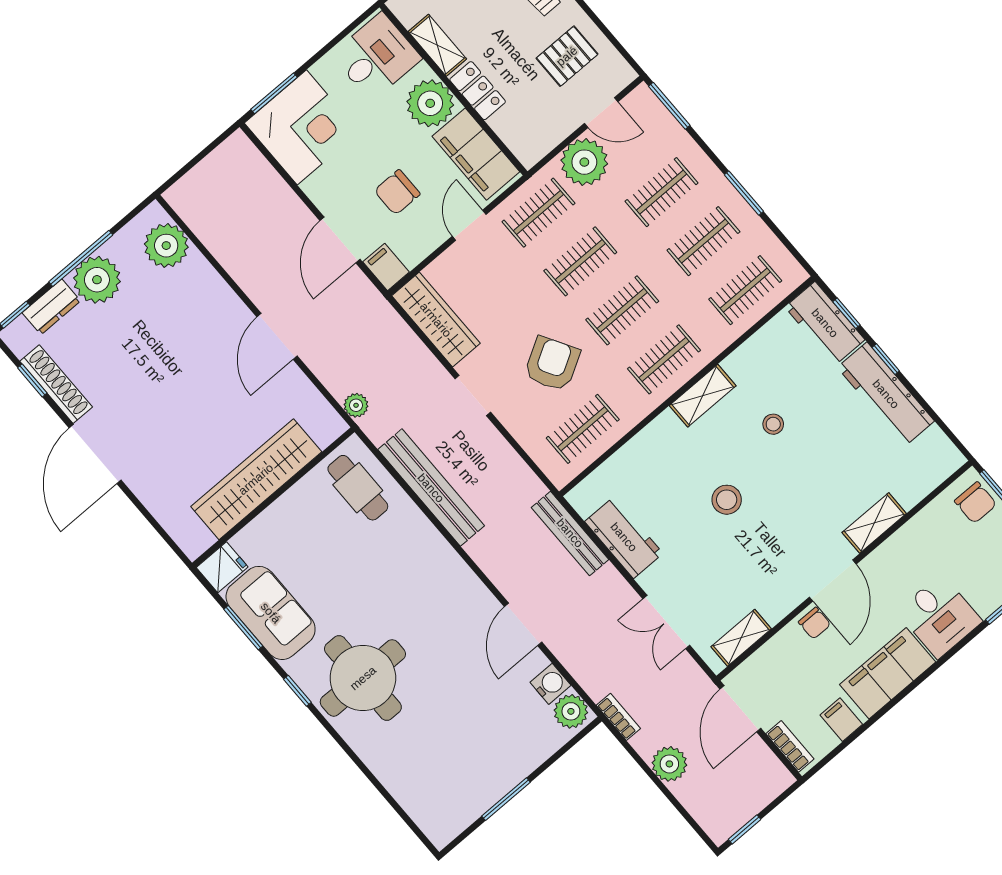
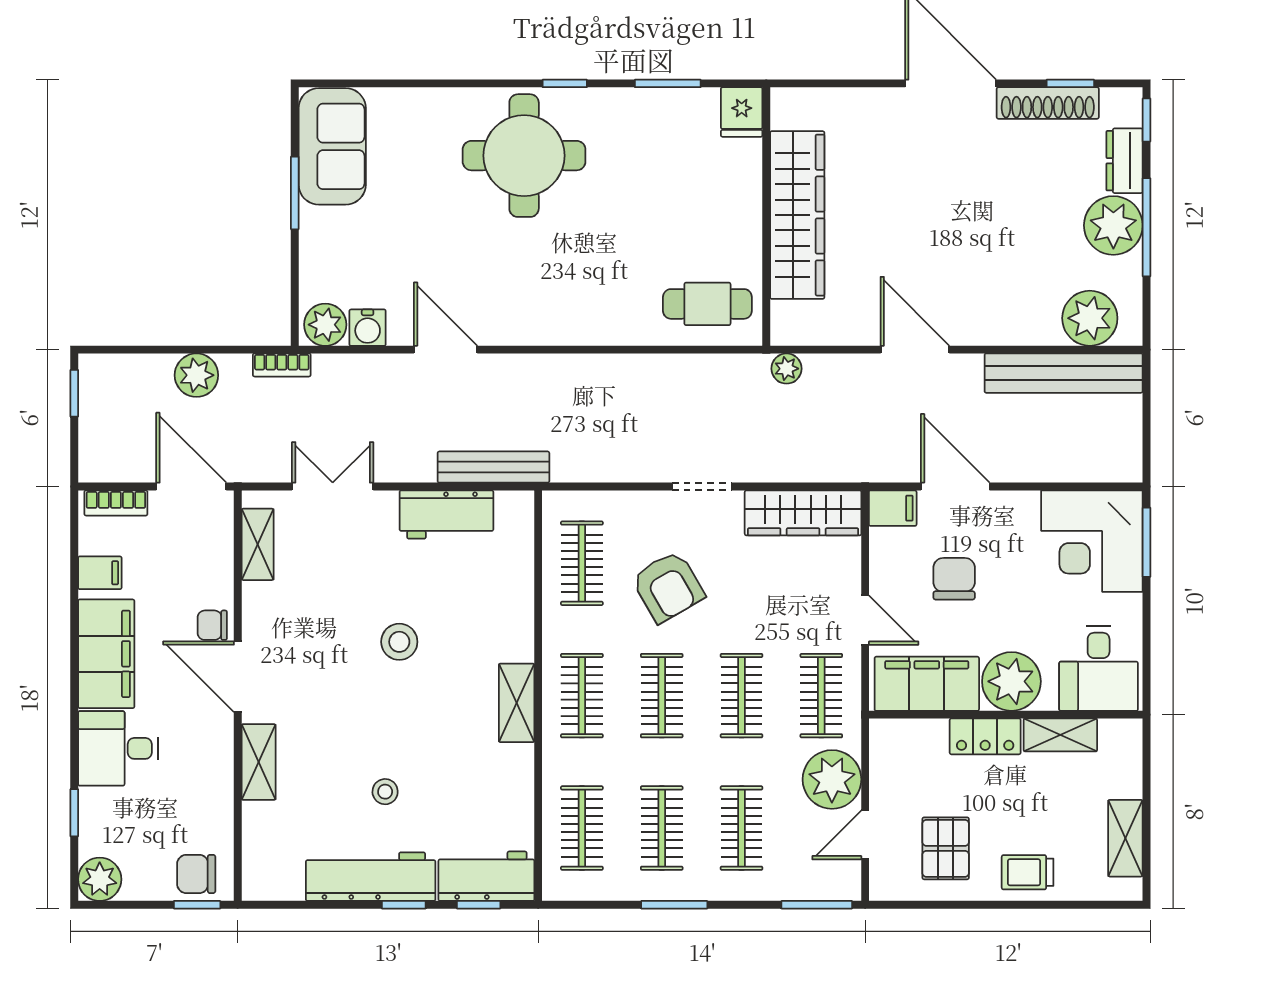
stool: (773, 424) -> (385, 792), moved
bench: (431, 488) -> (1064, 373), moved
sofa: (271, 613) -> (332, 146), moved, turned -90

